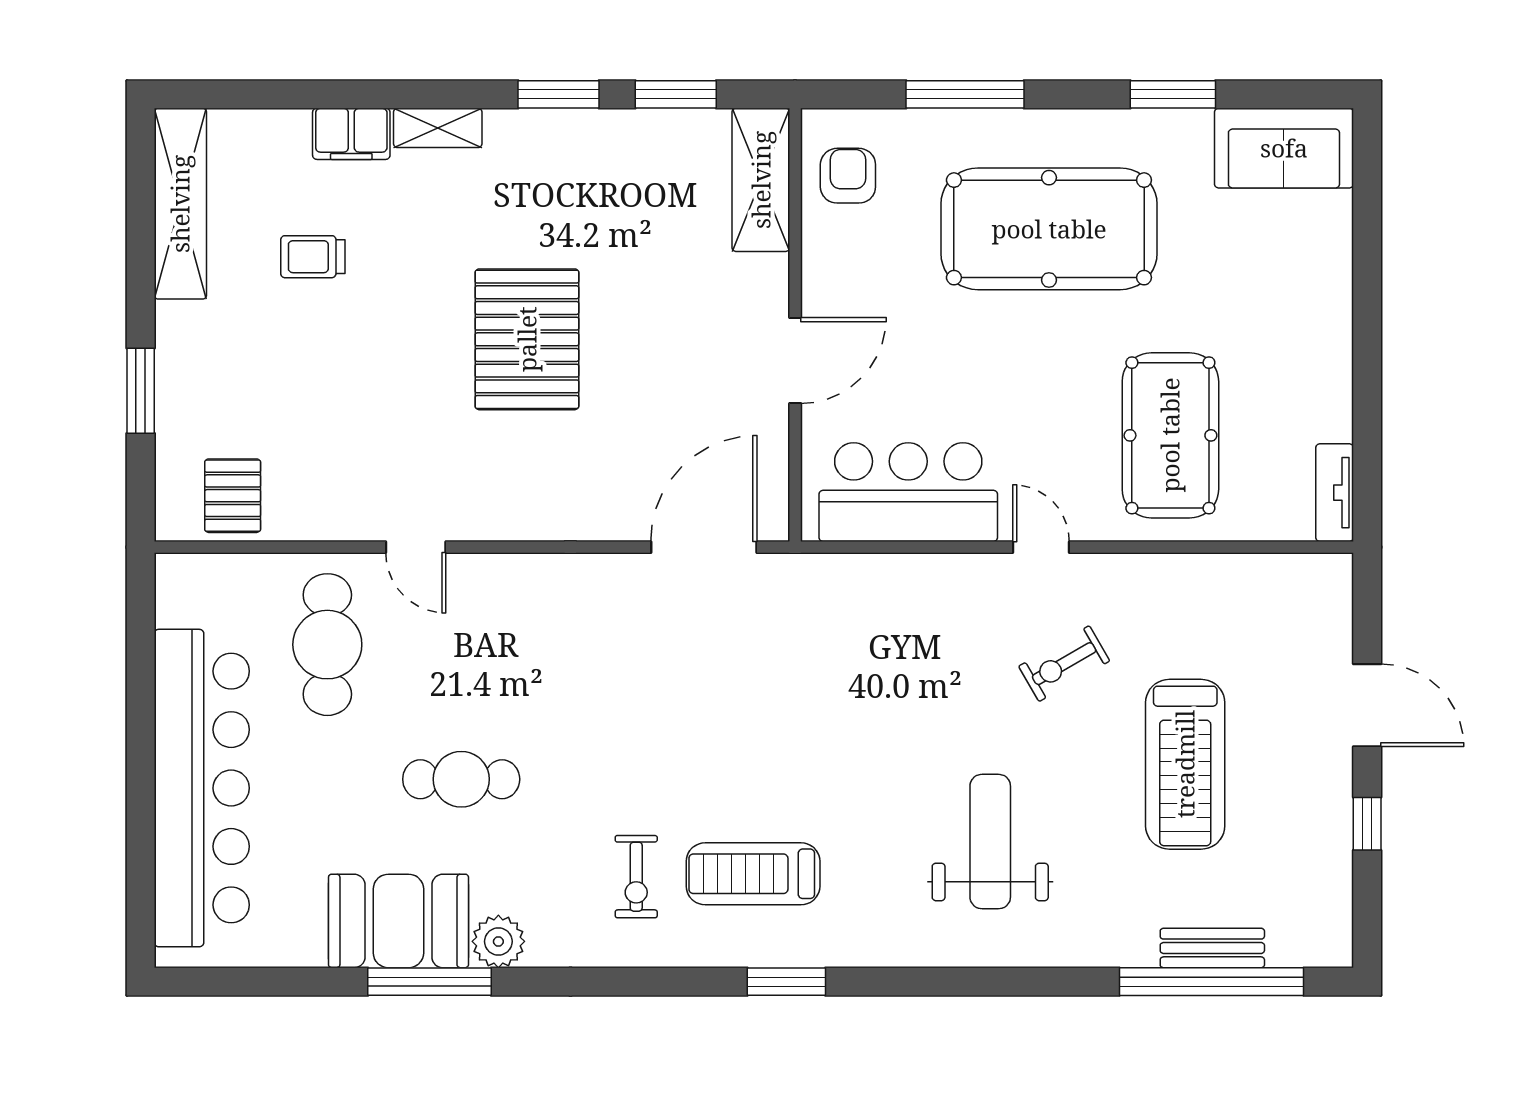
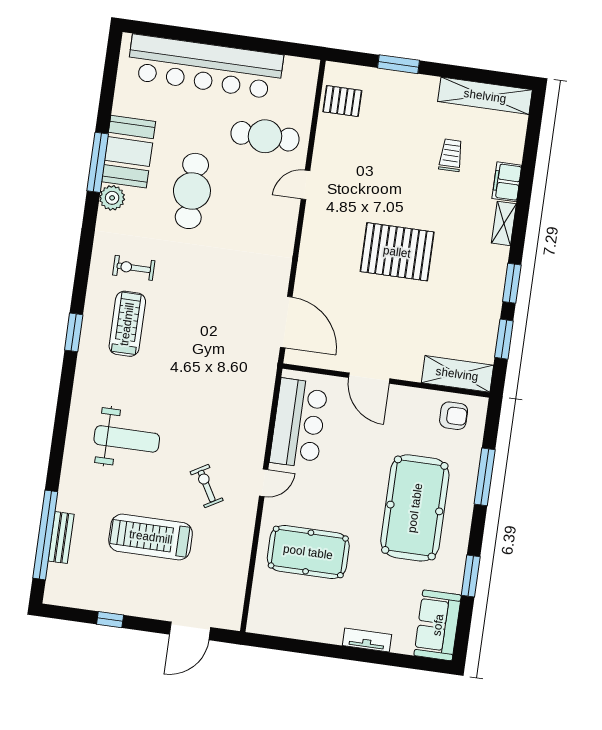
tv unit: (1335, 493) -> (367, 640), moved
door: (1367, 705) -> (190, 631), moved
cafe table: (461, 779) -> (192, 191), width x1.37, depth x1.35

